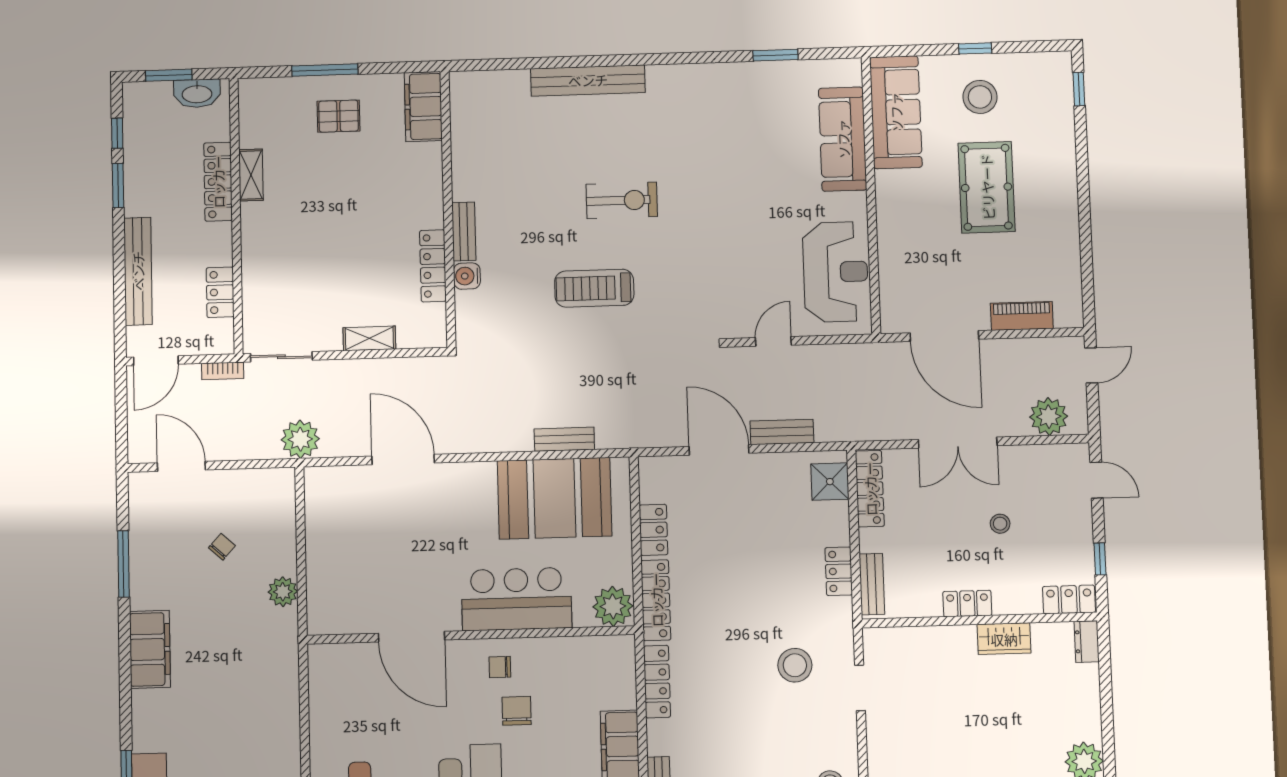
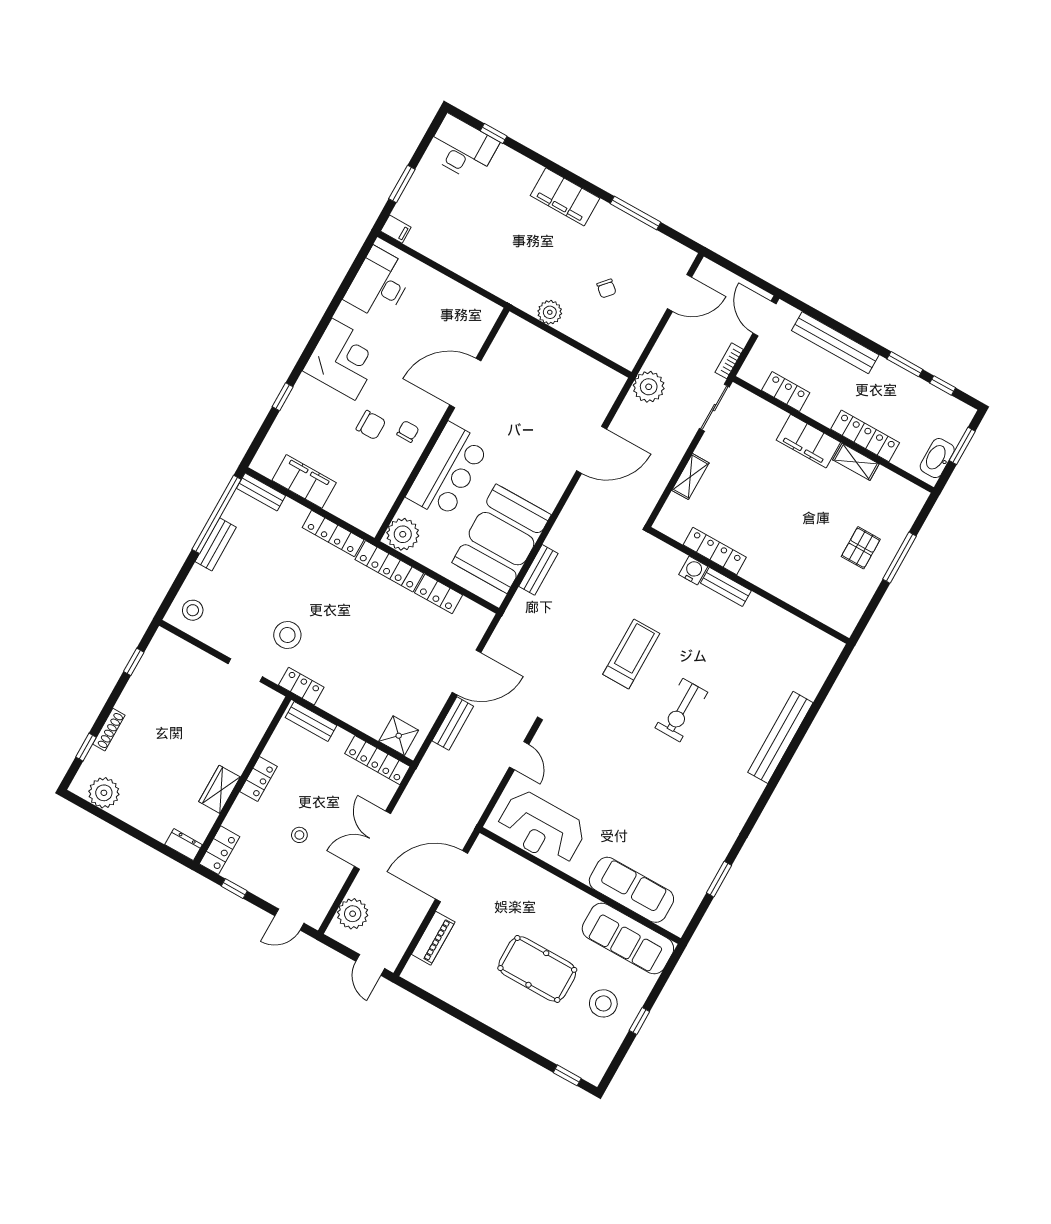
filing cabinet: (423, 107) -> (808, 441), moved, turned 180
locker: (839, 571) -> (301, 686), moved

